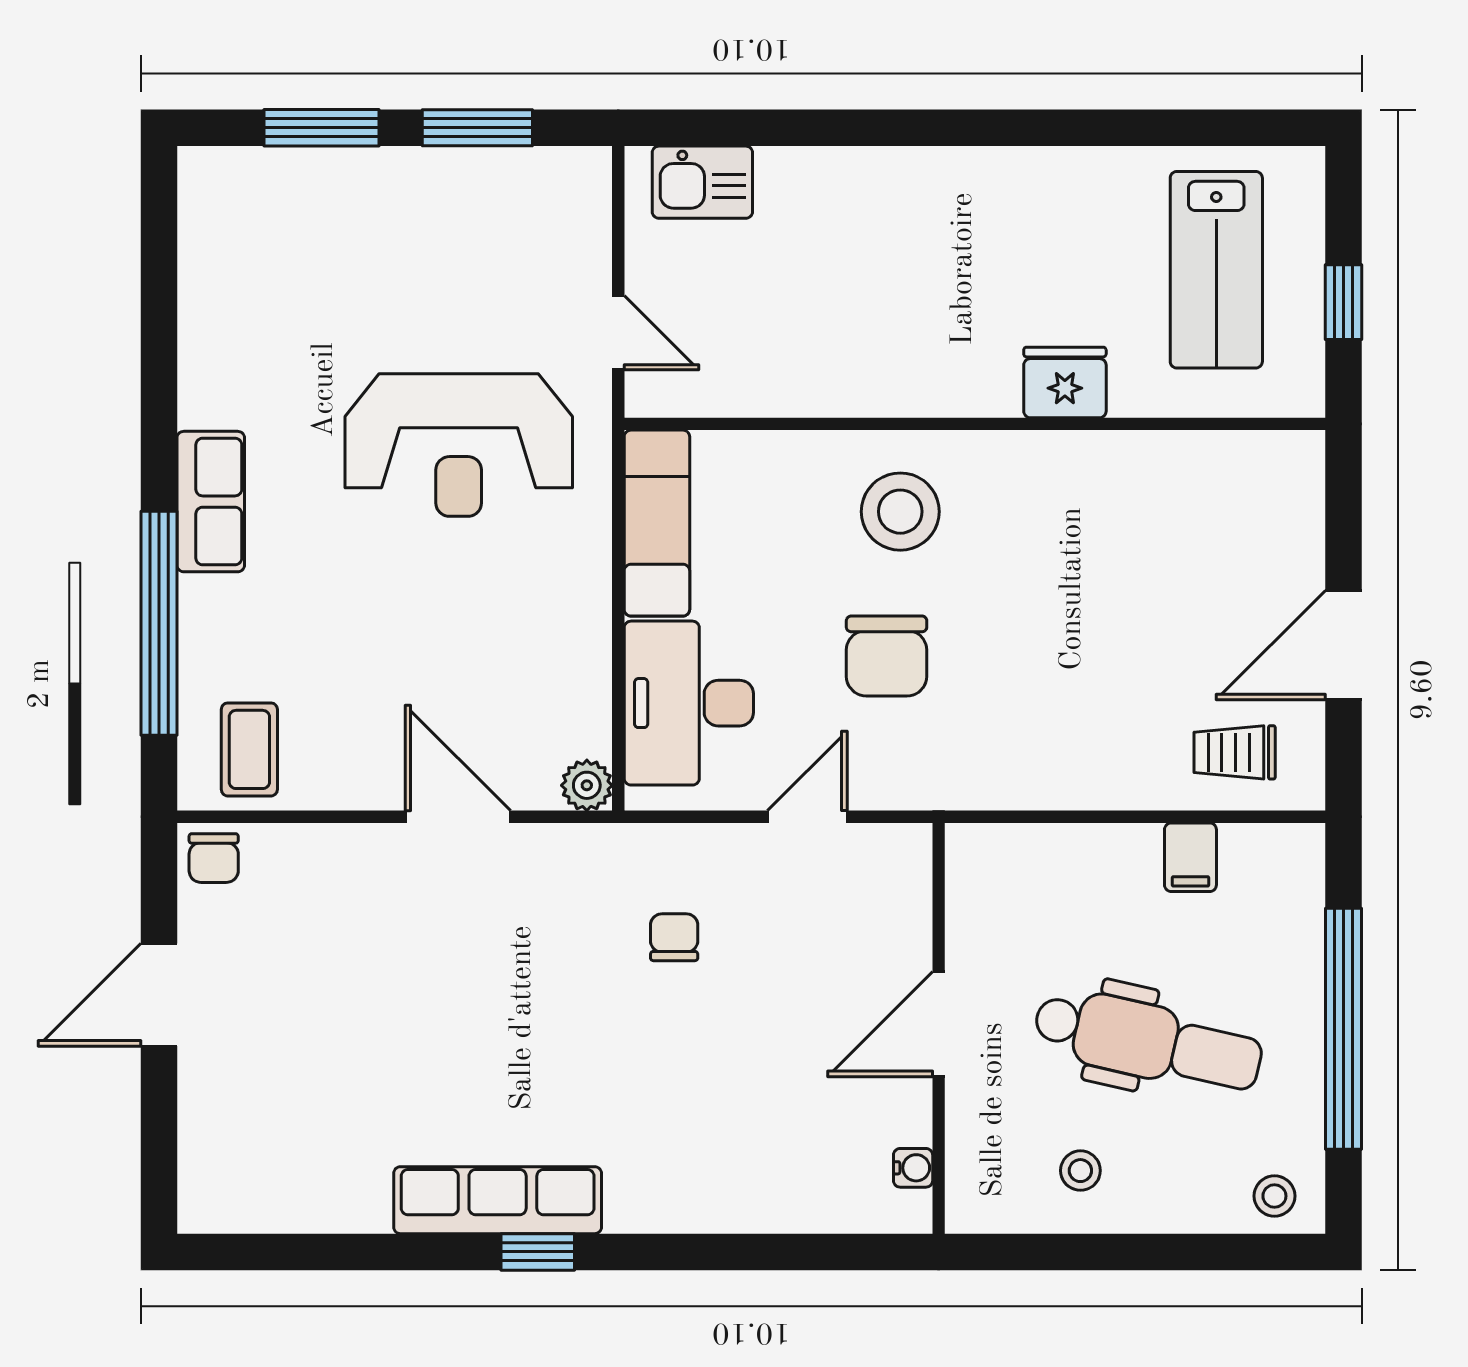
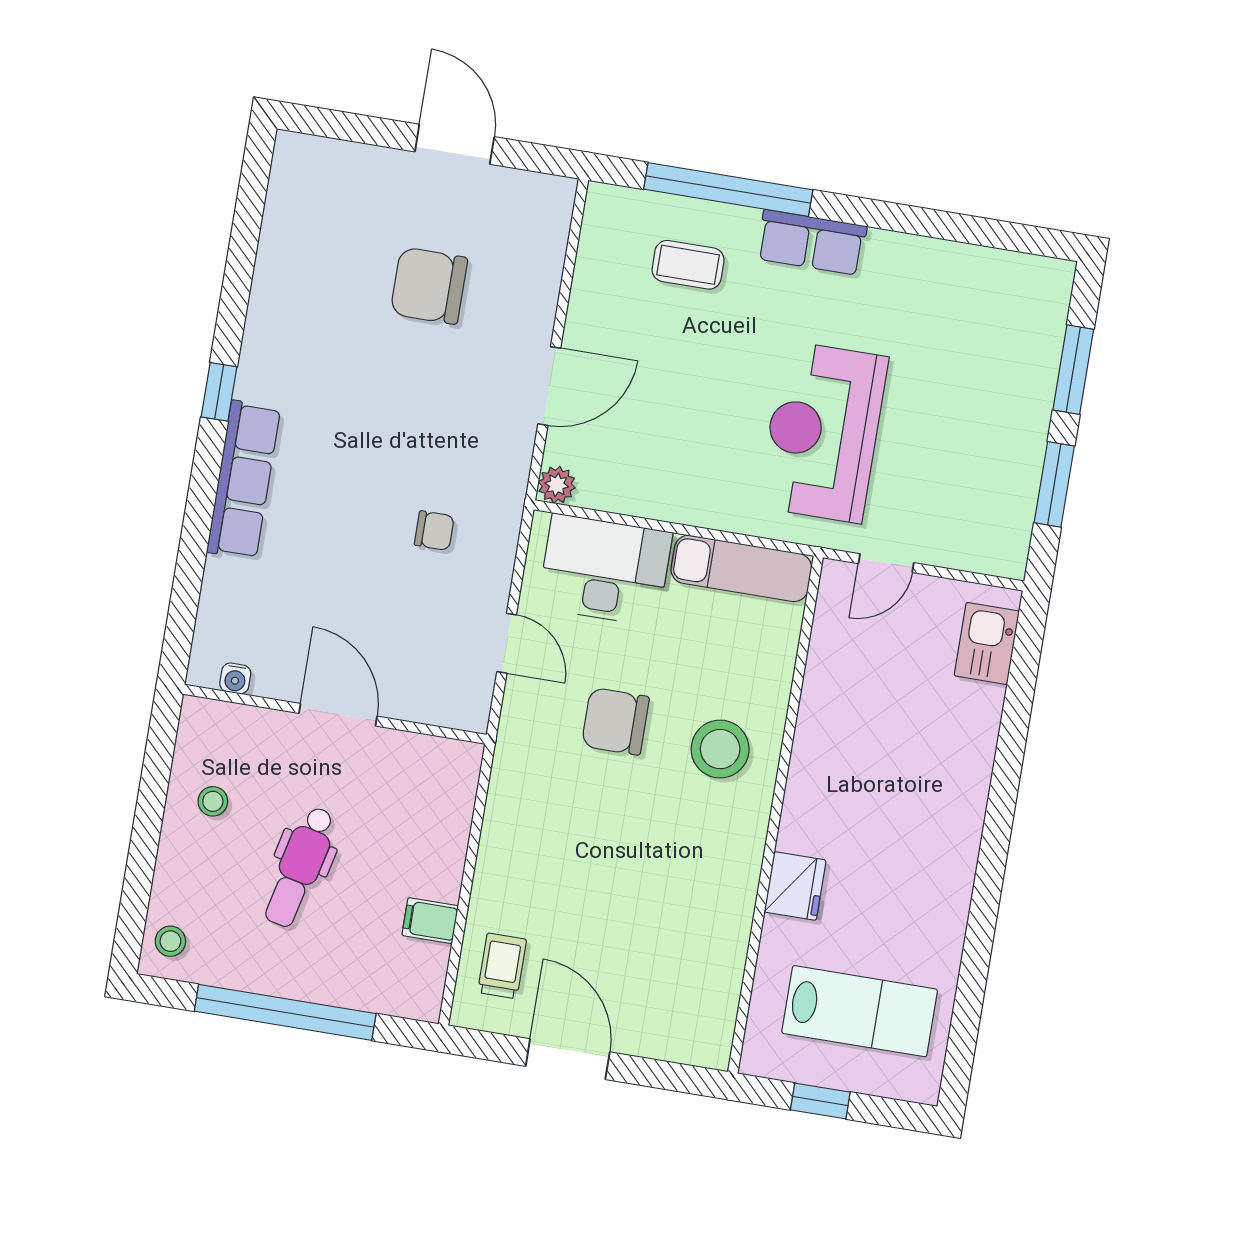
lab bench: (1216, 270) -> (860, 1011), turned 180
coffee table: (249, 749) -> (688, 265), moved
chair: (214, 858) -> (429, 286), moved, width x1.87, depth x1.87
dental chair: (1148, 1041) -> (300, 867), width x0.73, depth x0.72
row of seats: (498, 1200) -> (244, 480), moved

